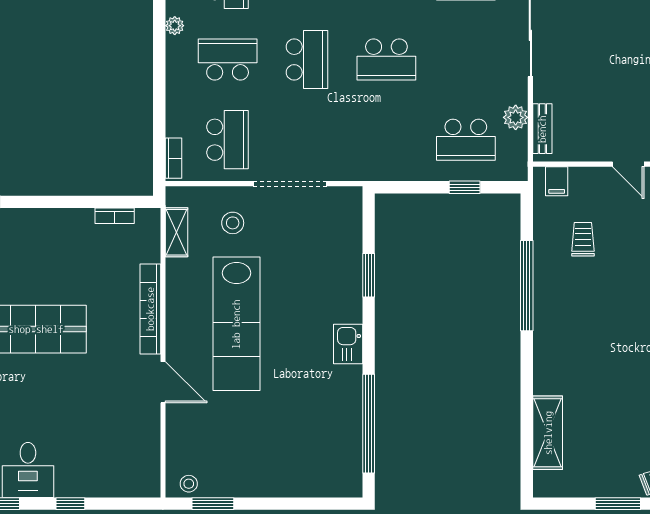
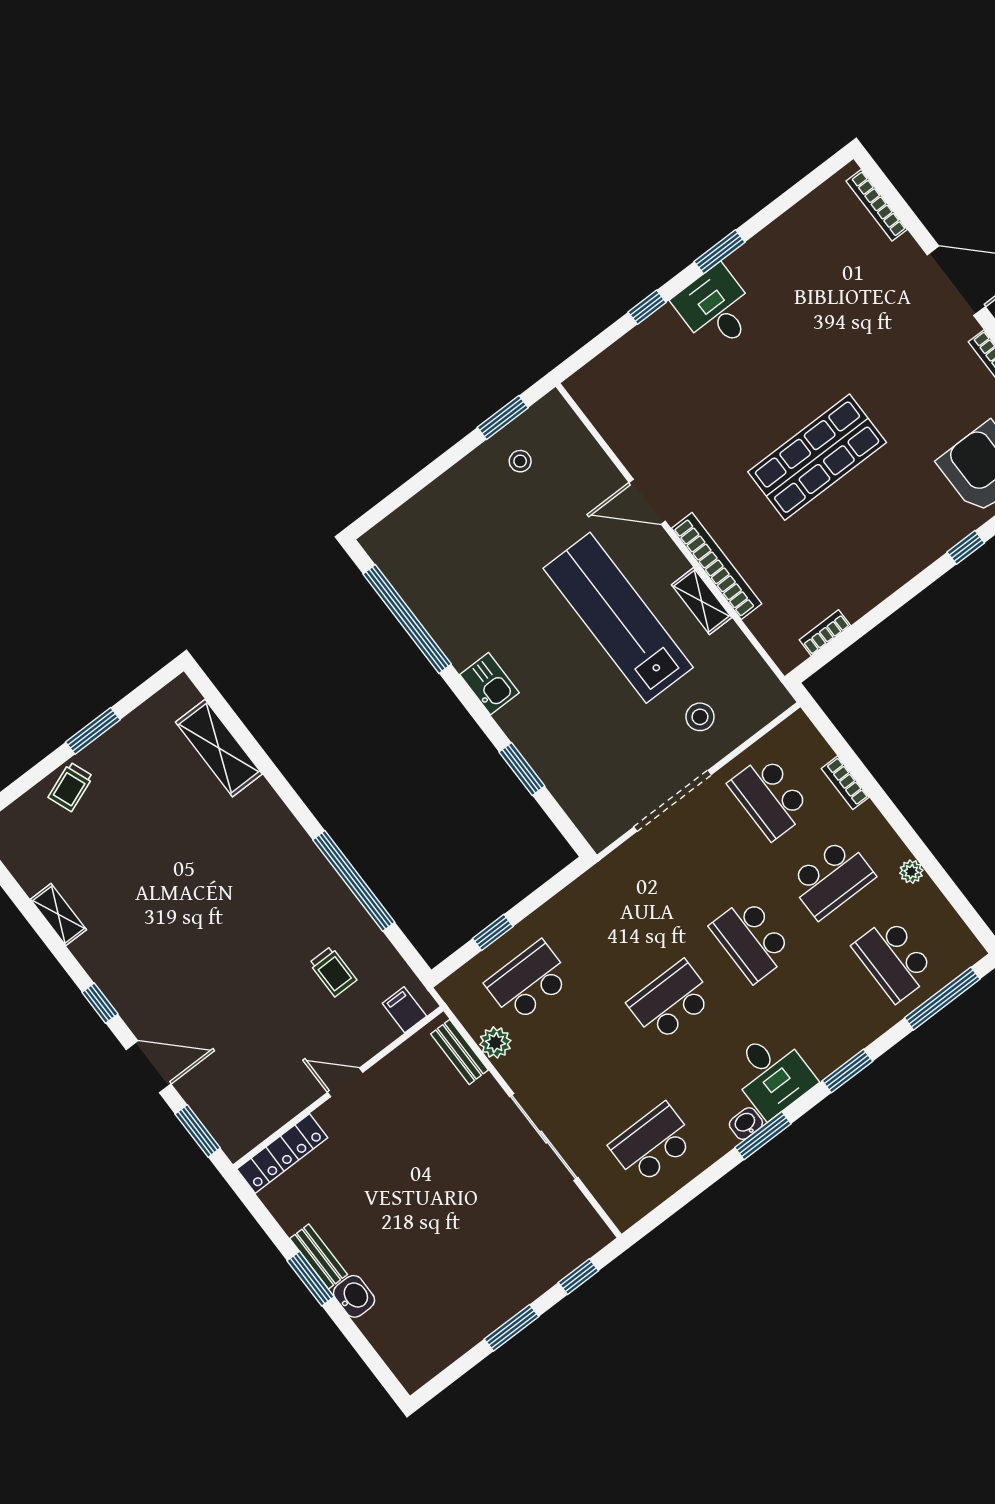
bookcase: (174, 158) -> (845, 783), moved
shelving: (176, 232) -> (702, 601), moved
stool: (189, 484) -> (520, 461), moved

